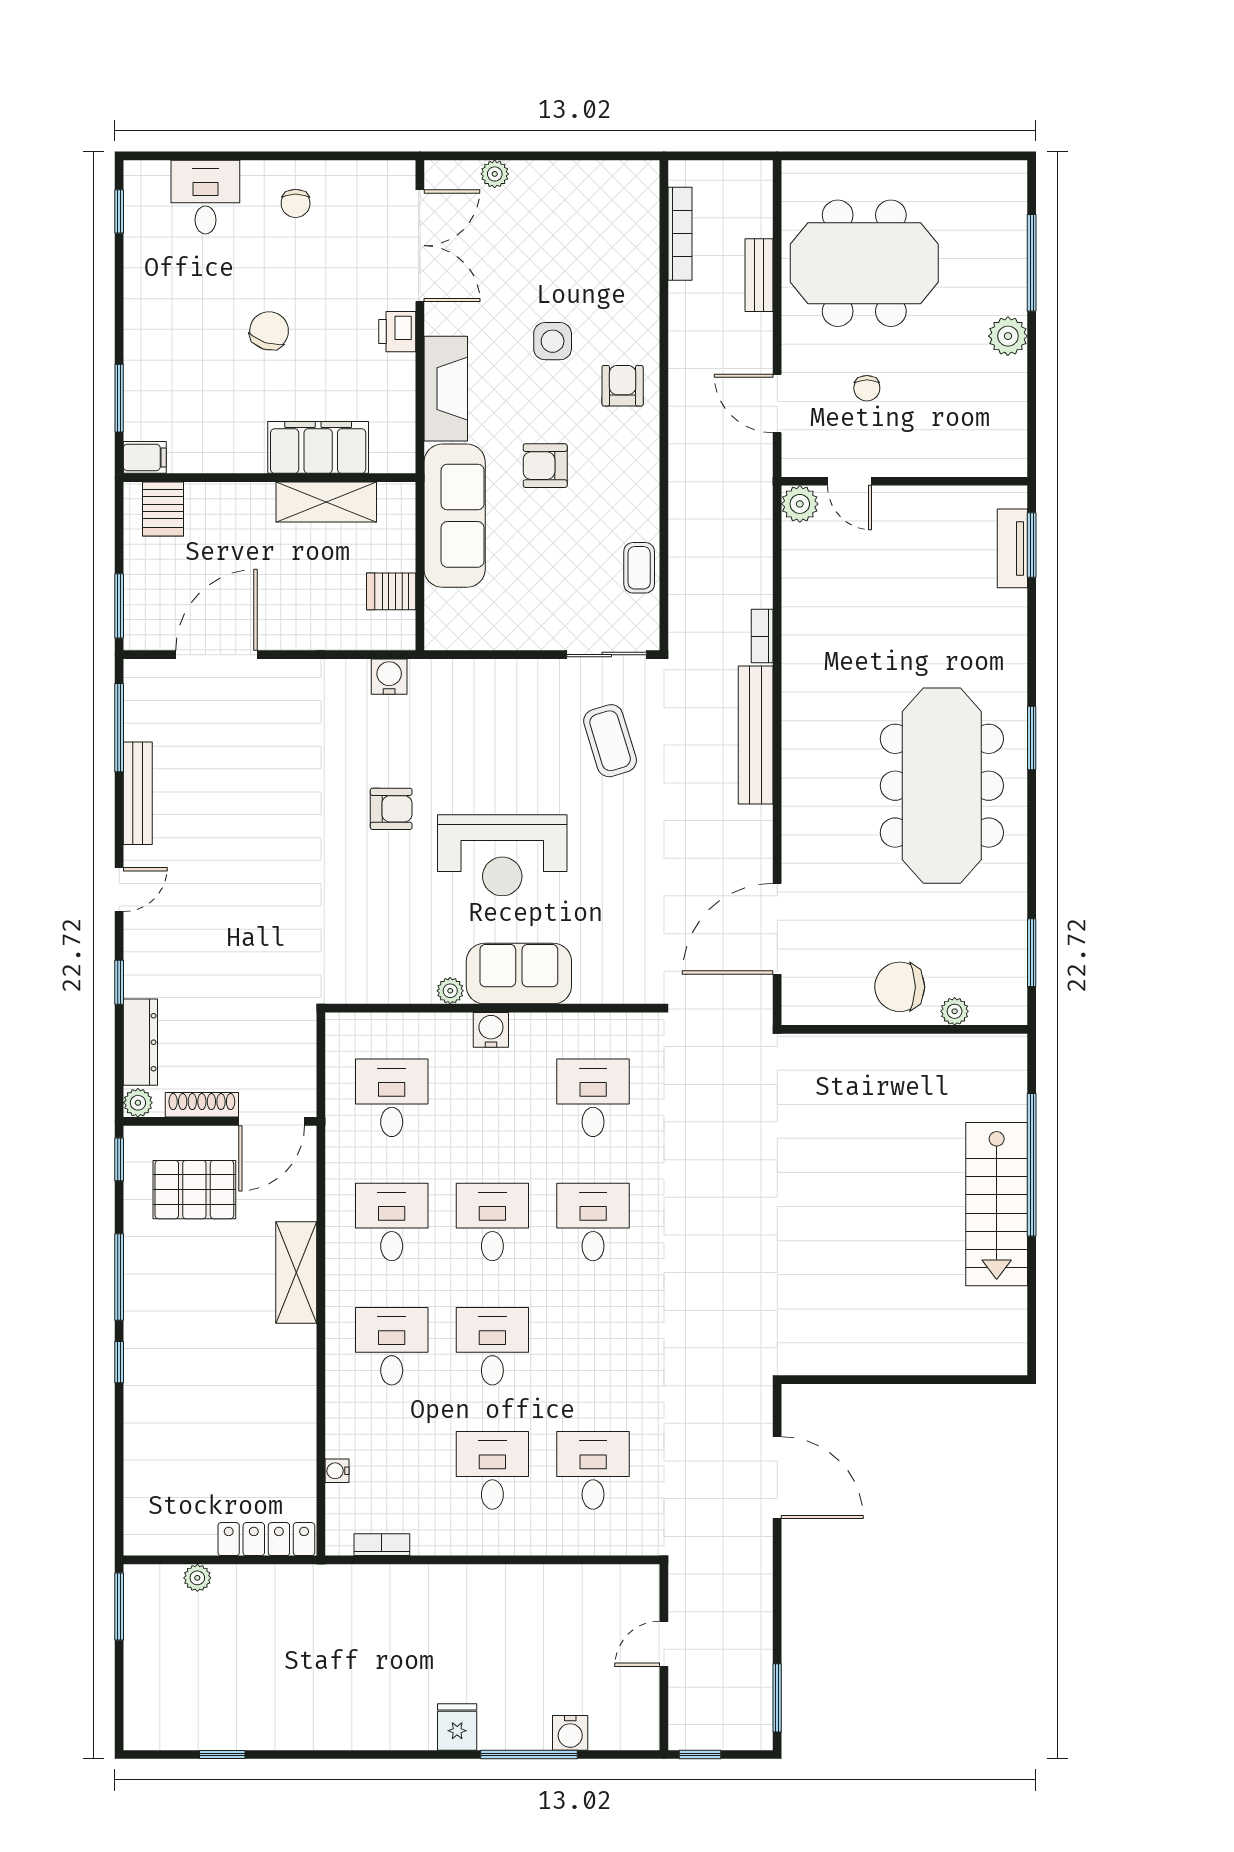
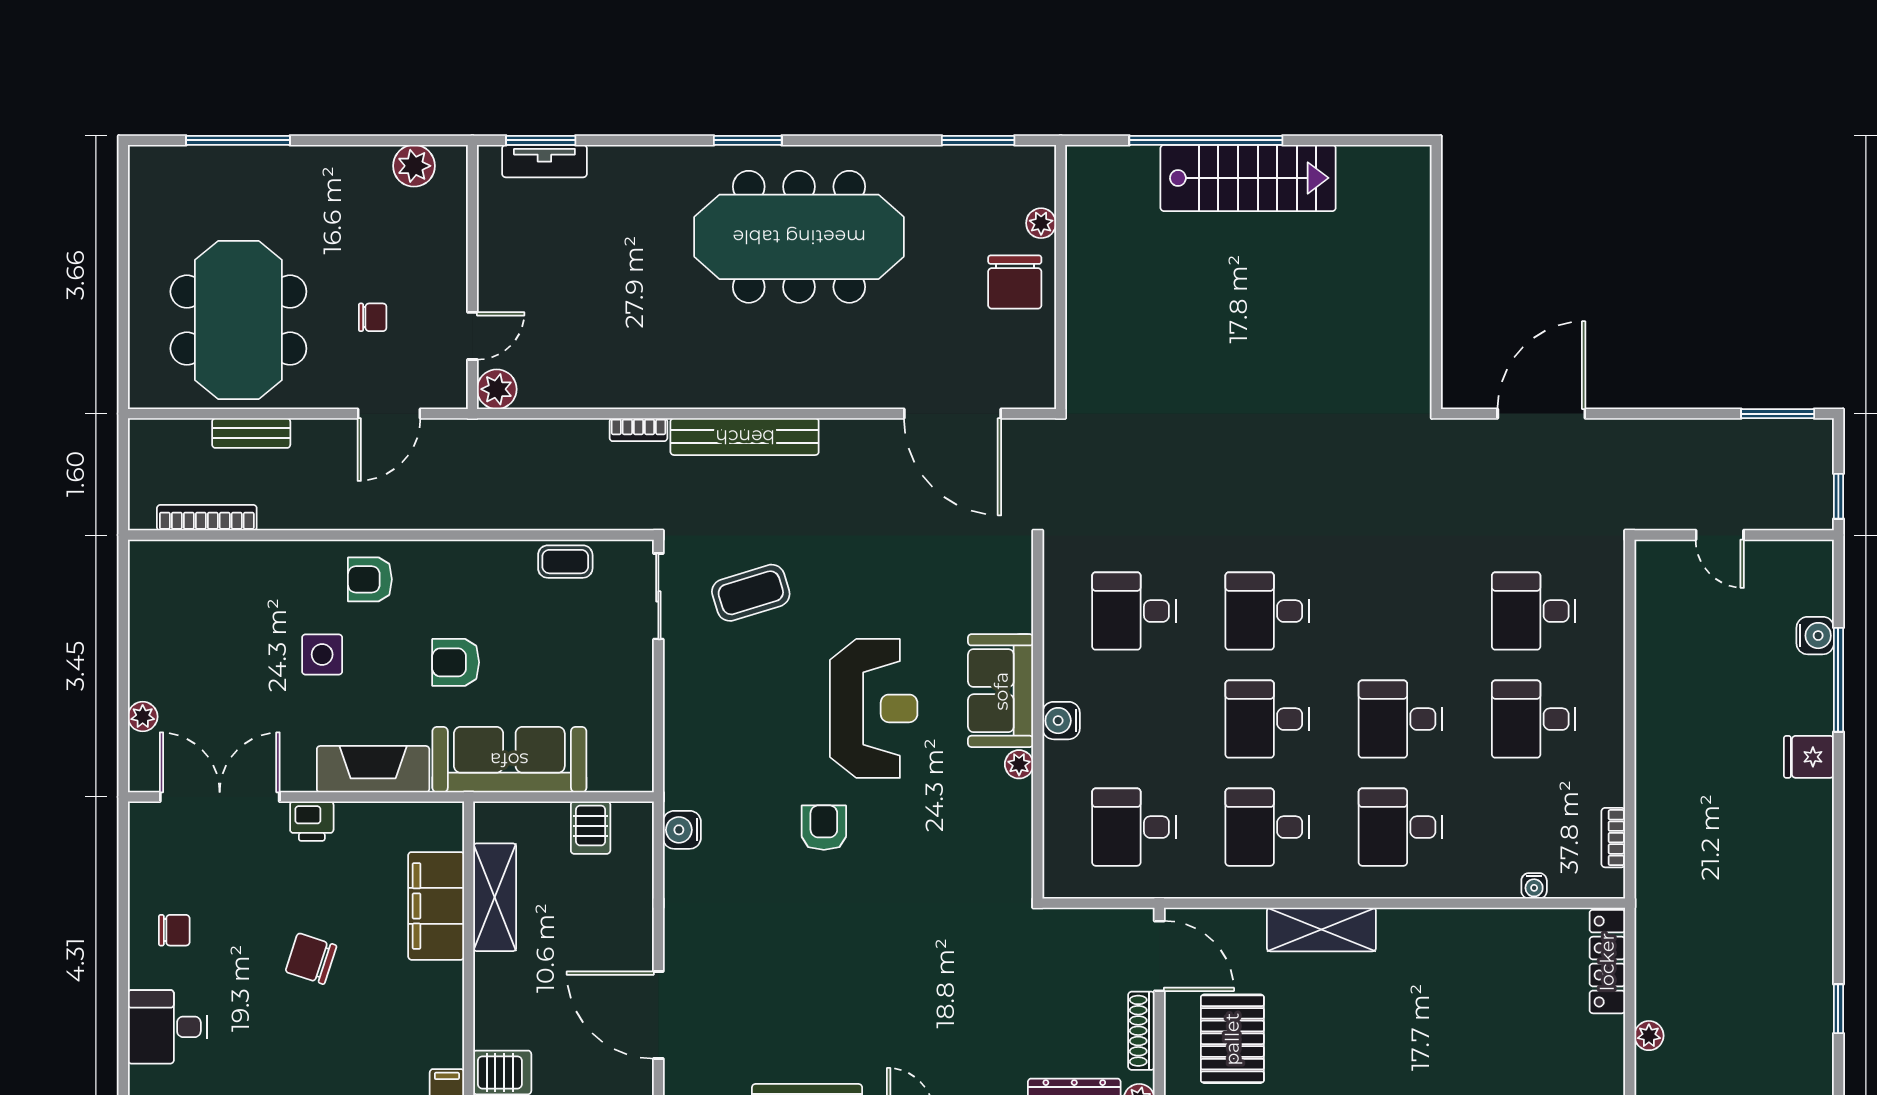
plant: (1008, 336) -> (414, 166), moved
armchair: (545, 466) -> (456, 662), turned 90

